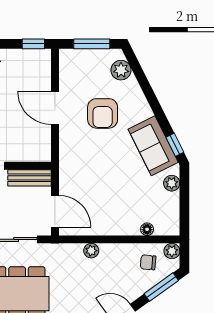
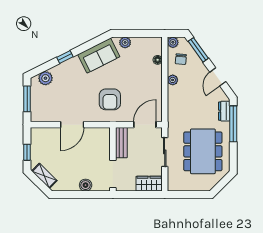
window: (33, 44) -> (27, 152), moved
armchair: (103, 113) -> (110, 99), moved, turned 90
window: (175, 145) -> (65, 57), moved
plant: (91, 251) -> (173, 80), moved

